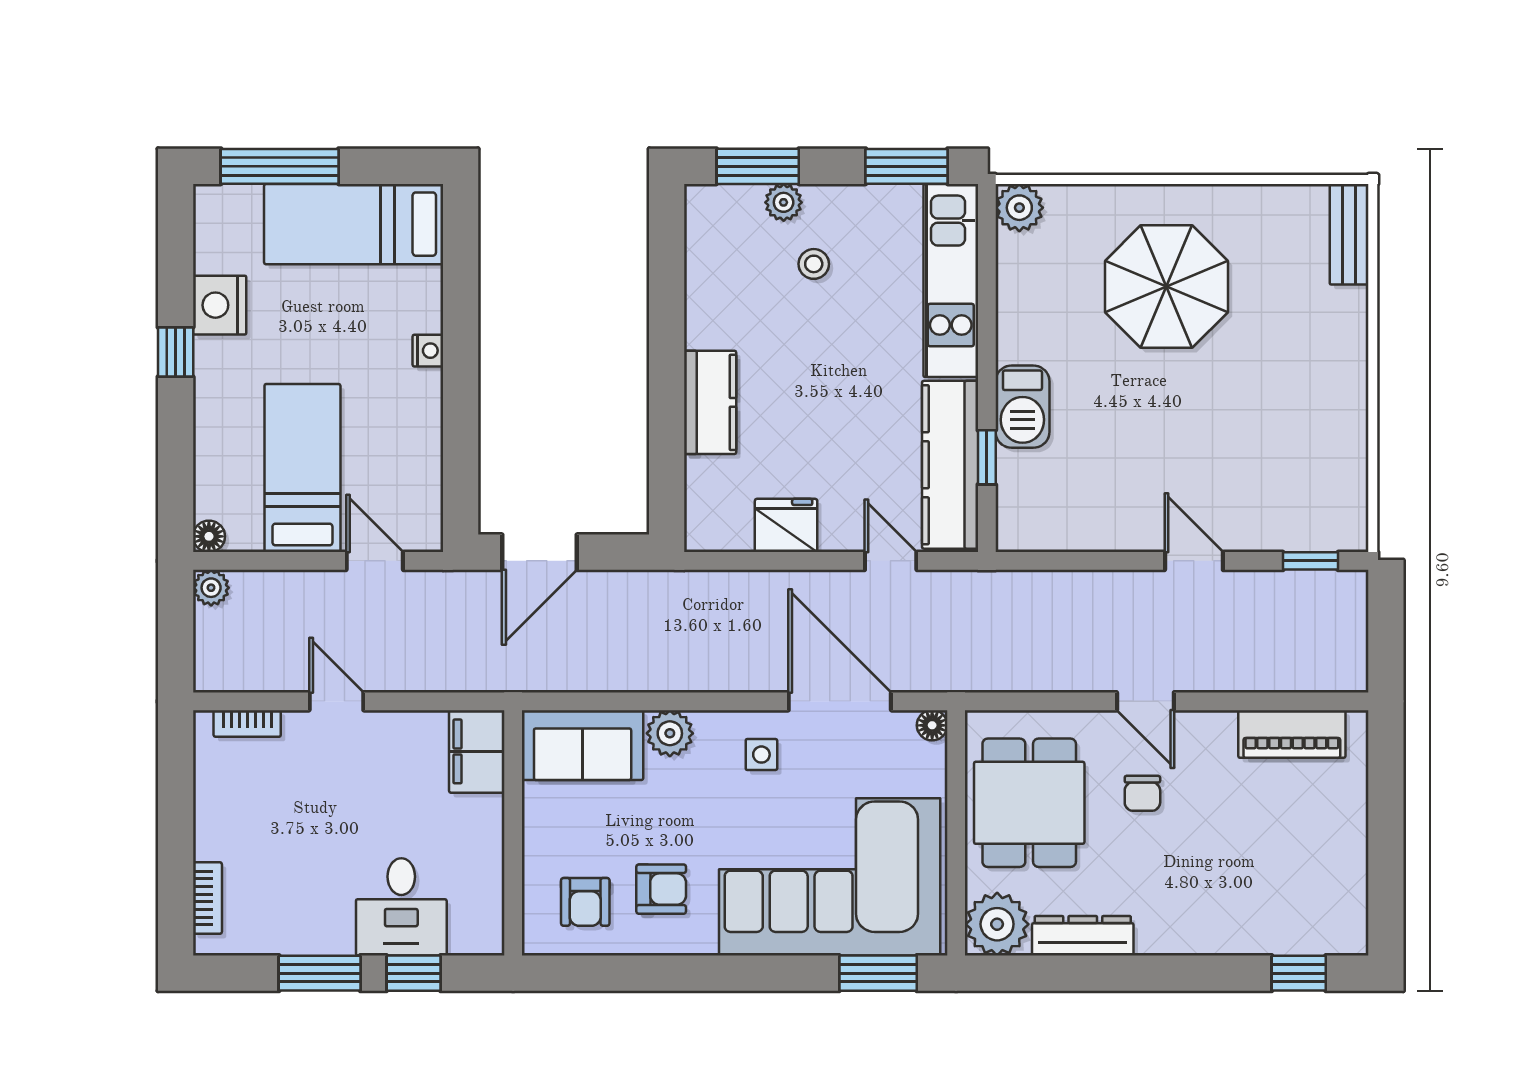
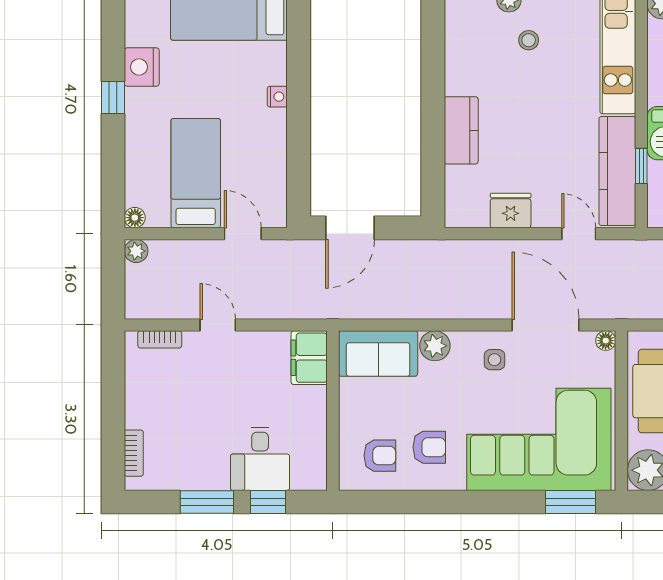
armchair: (585, 902) -> (380, 456), turned -90

